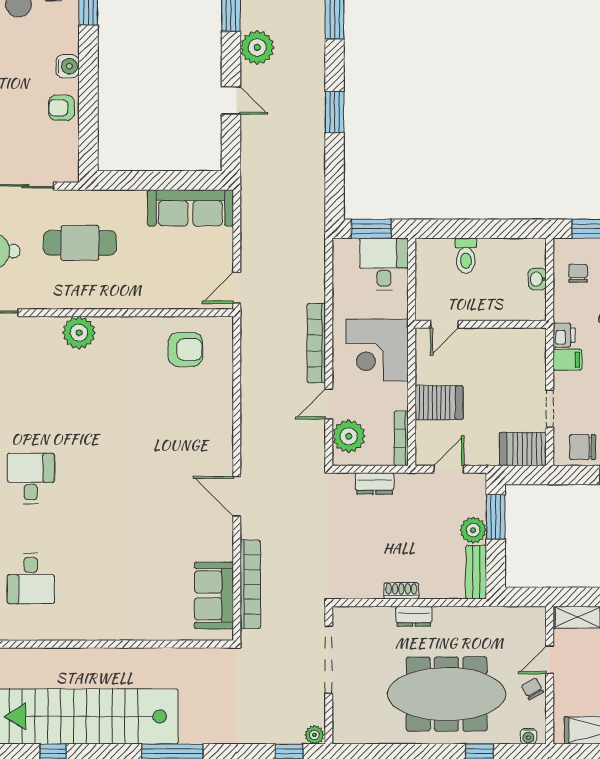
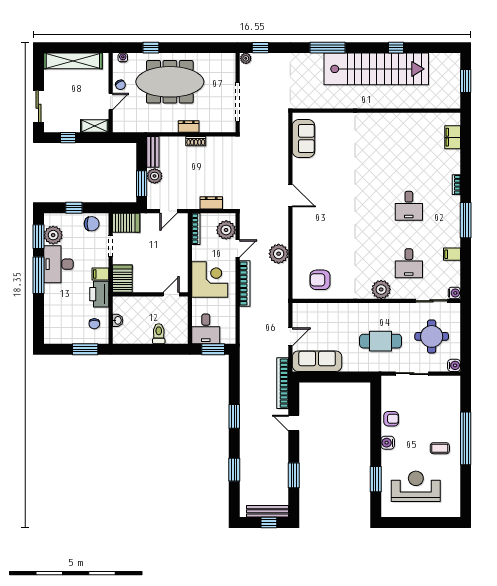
plant: (257, 47) -> (279, 254), moved
door: (237, 288) -> (290, 337), moved
printer: (564, 335) -> (99, 294), width x1.87, depth x1.48
server rack: (439, 403) -> (122, 279), moved, turned 90
desk: (31, 579) -> (409, 263), moved, turned 180
bookcase: (250, 584) -> (283, 383), moved

